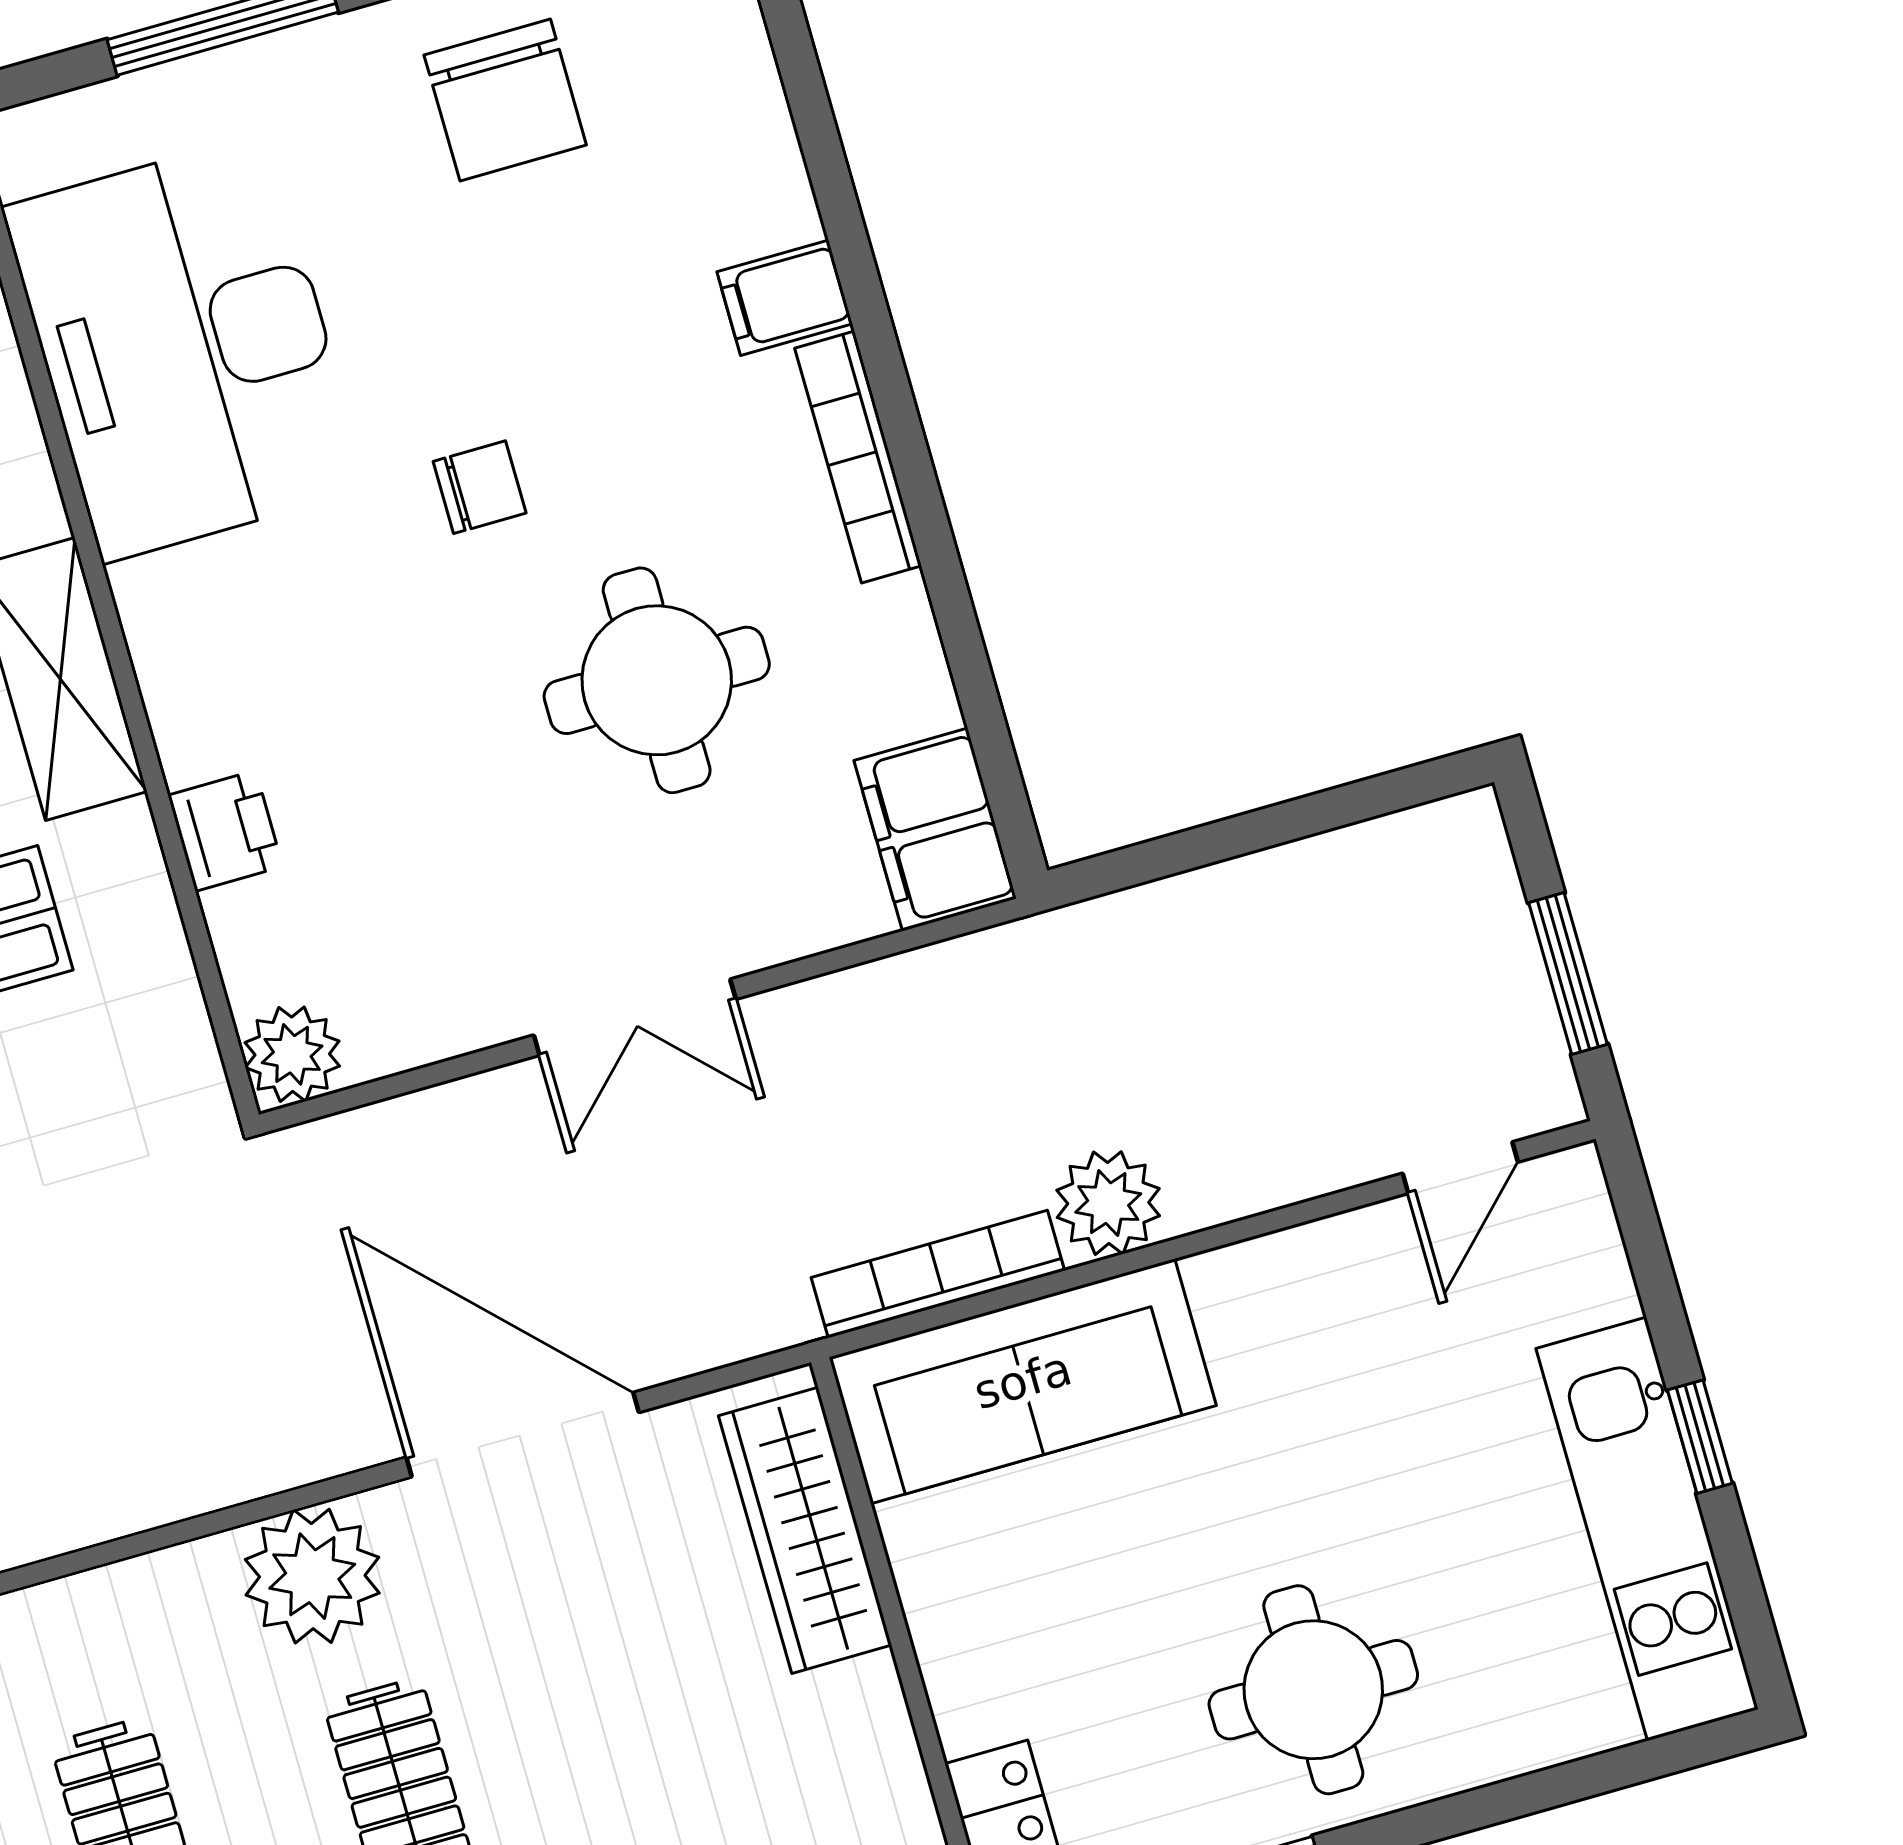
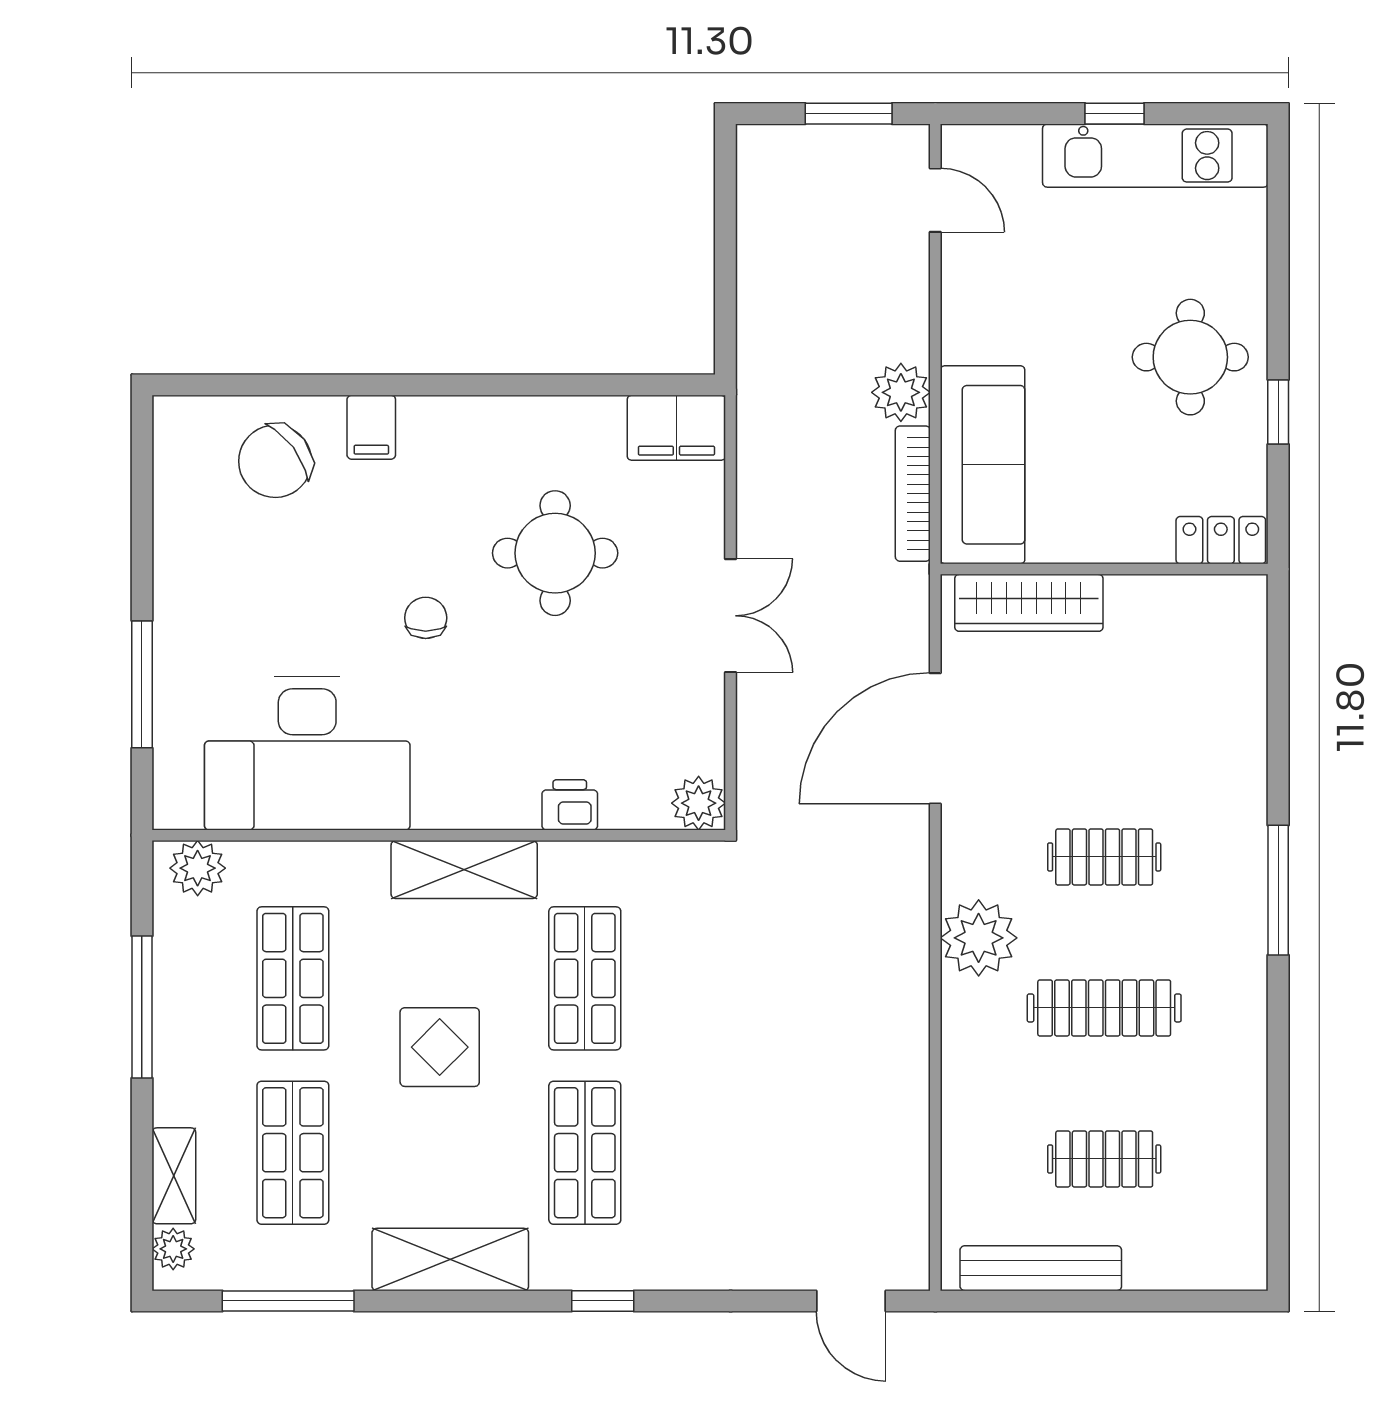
chair: (505, 100) -> (275, 461), moved, turned 143
bookcase: (858, 457) -> (467, 412), removed
plant: (312, 1576) -> (979, 938), moved

